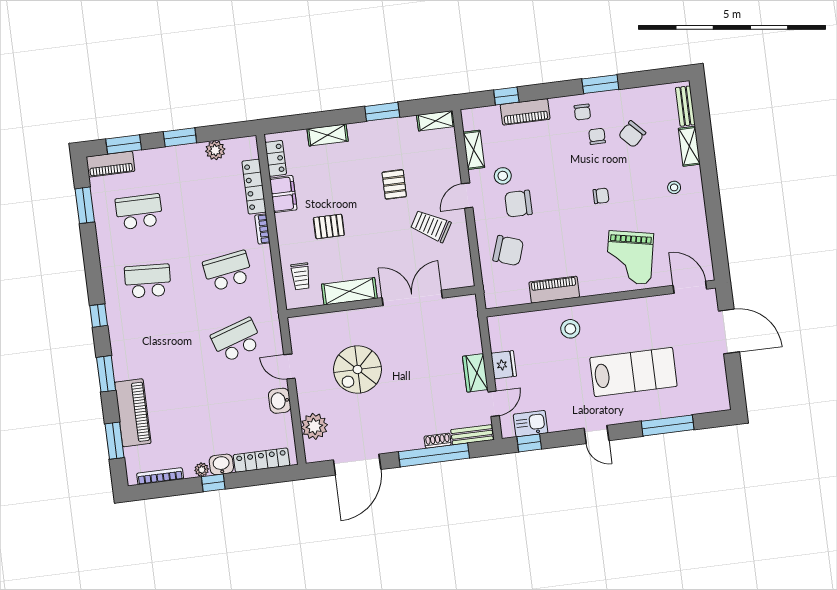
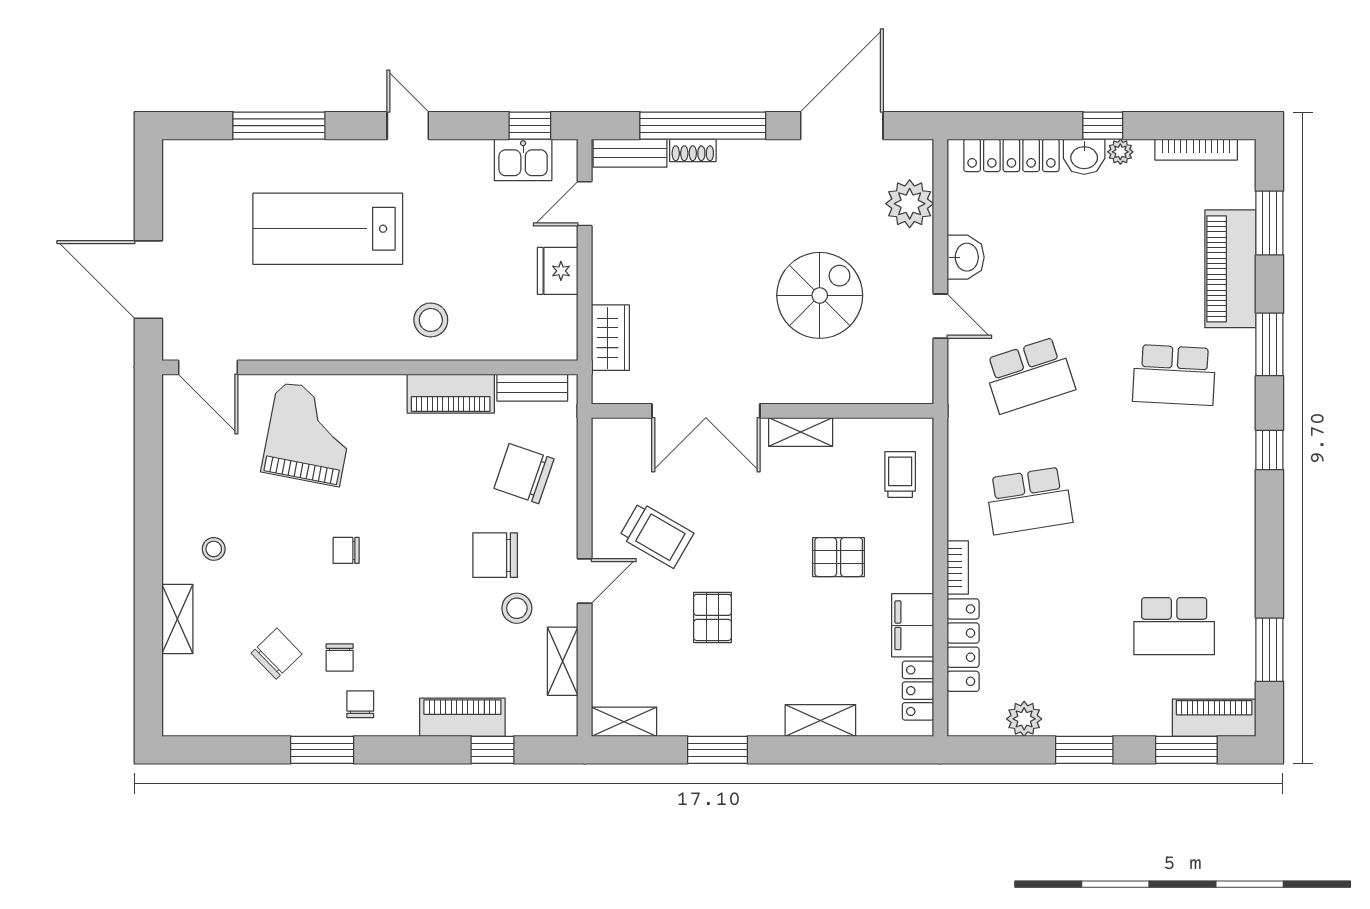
bench: (685, 106) -> (532, 388), moved, turned 90
chair: (518, 204) -> (495, 555), turned 180
school desk: (148, 281) -> (1174, 375), moved
shelving: (349, 291) -> (801, 432), width x0.67, depth x0.75
wardrobe: (475, 373) -> (610, 338), moved

